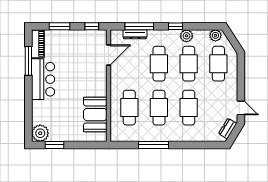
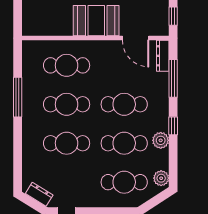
dresser: (135, 34) -> (163, 56), moved
booth: (95, 115) -> (96, 21), moved

